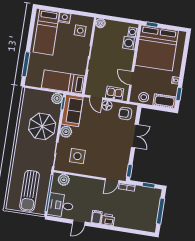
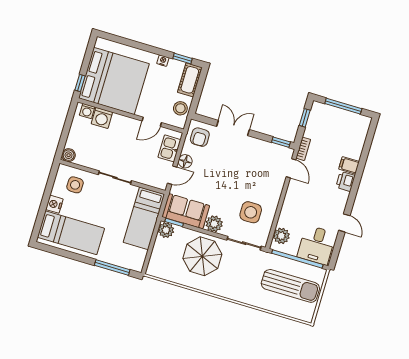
filing cabinet: (97, 217) -> (349, 165), moved

